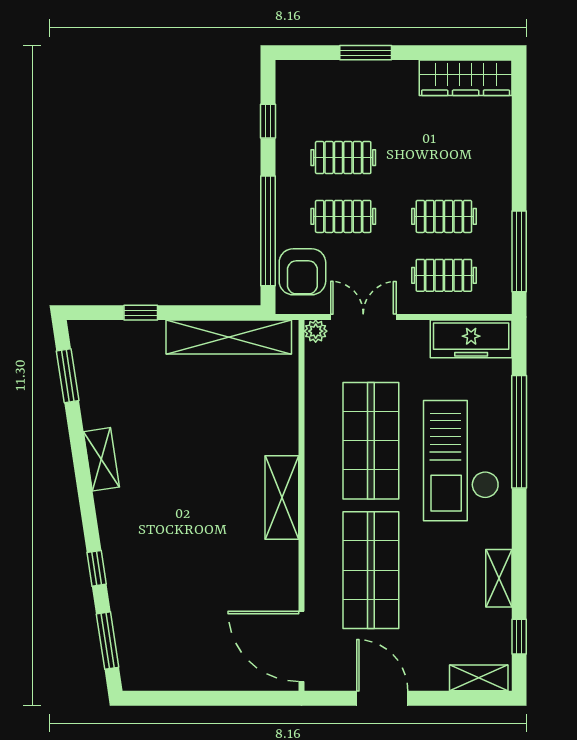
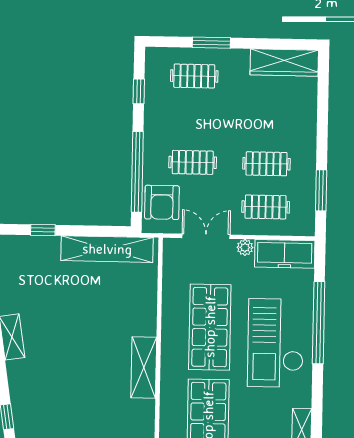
clothes rail: (343, 158) -> (194, 76), moved
window: (519, 251) -> (321, 190), width x0.69
plant: (316, 331) -> (245, 247), moved

